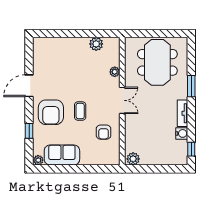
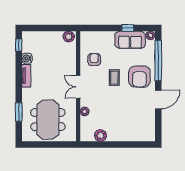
window: (191, 86) -> (19, 112), moved
armchair: (51, 112) -> (139, 77), turned 180
window: (29, 131) -> (158, 61), width x3.17
window: (64, 169) -> (128, 28), added

